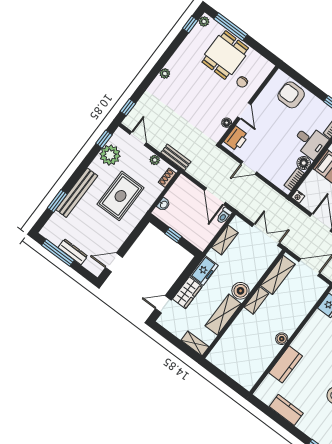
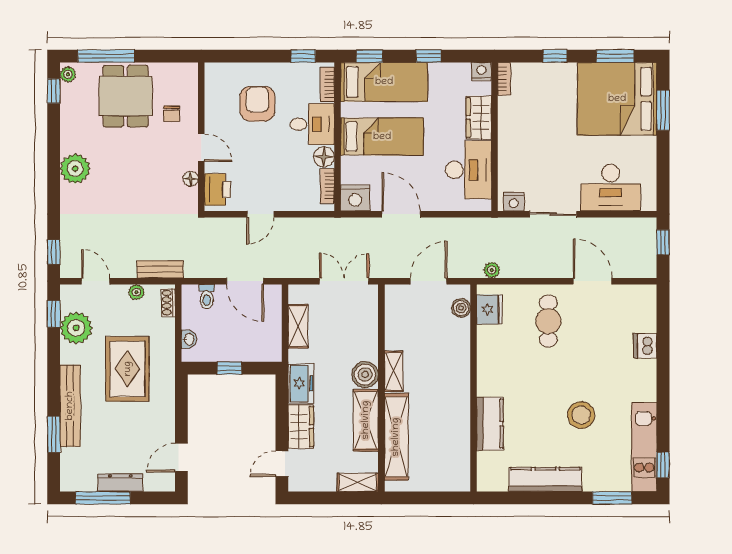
plant: (165, 74) -> (75, 169), width x1.87, depth x1.87
armchair: (291, 95) -> (257, 104), moved, turned 90
nightstand: (298, 197) -> (355, 198), width x1.89, depth x1.79
toilet: (224, 216) -> (207, 297), moved
shelving: (278, 275) -> (396, 437), moved, width x1.47
boiler: (282, 339) -> (461, 308), moved
kitchen counter: (286, 410) -> (545, 479), width x1.50

